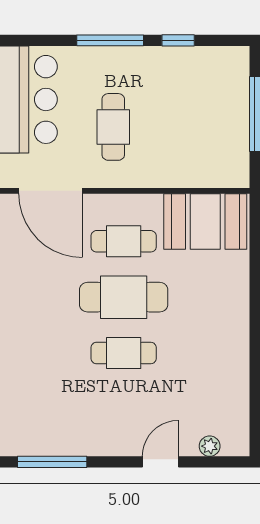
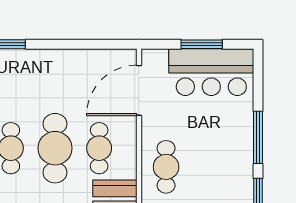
cafe table: (113, 127) -> (166, 167), moved, turned 90

